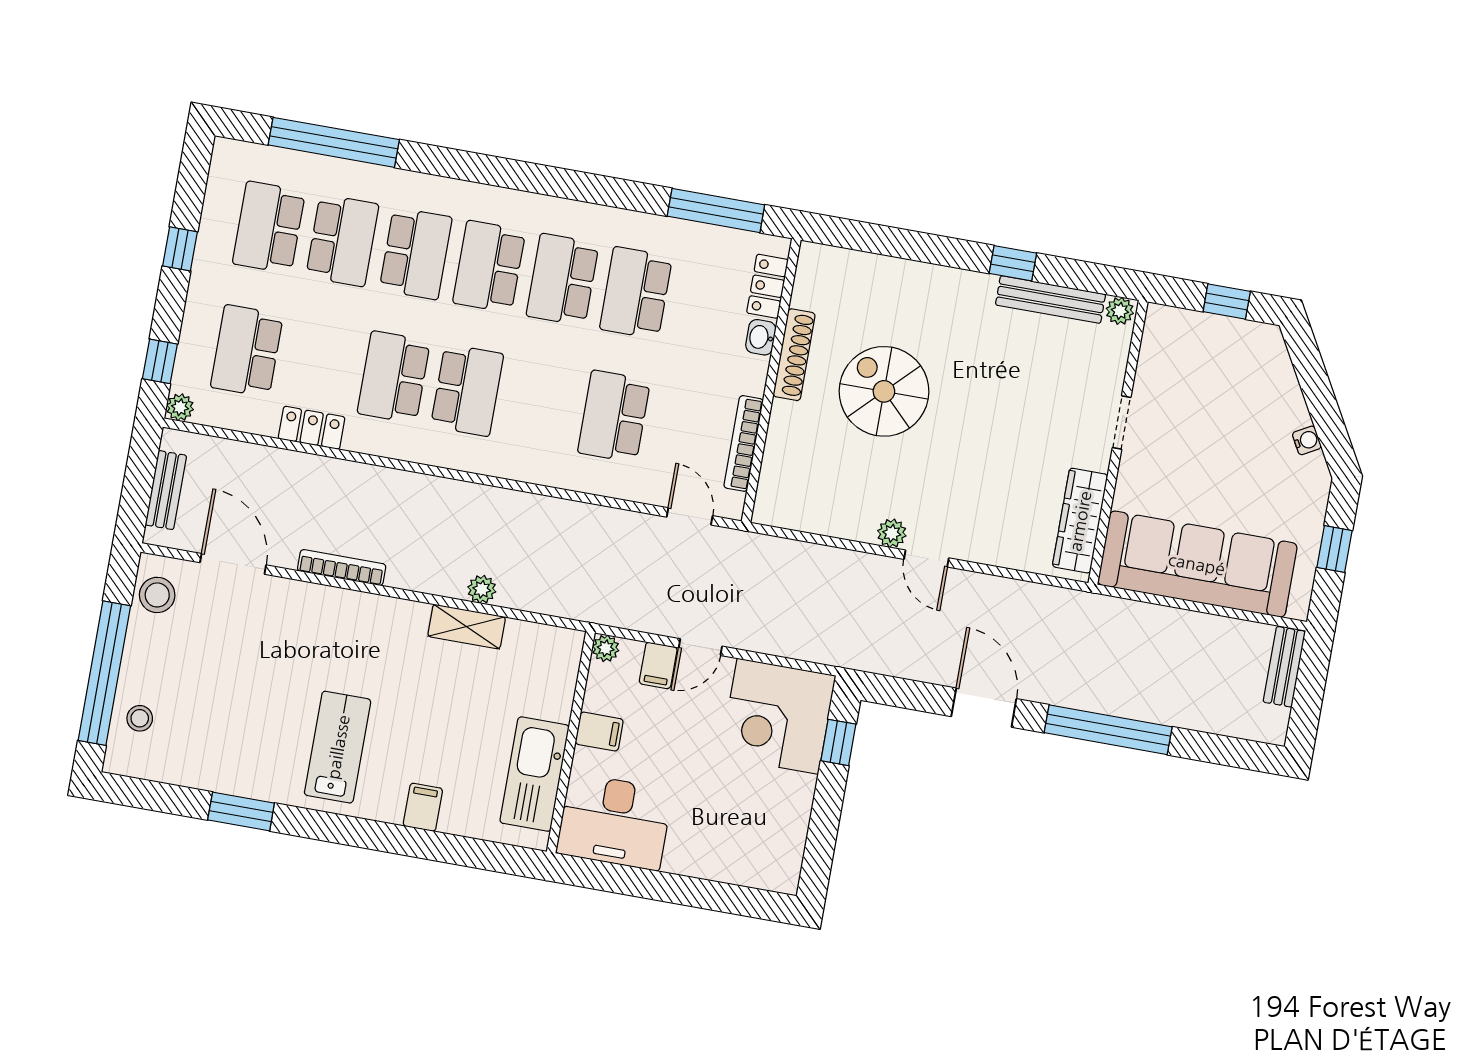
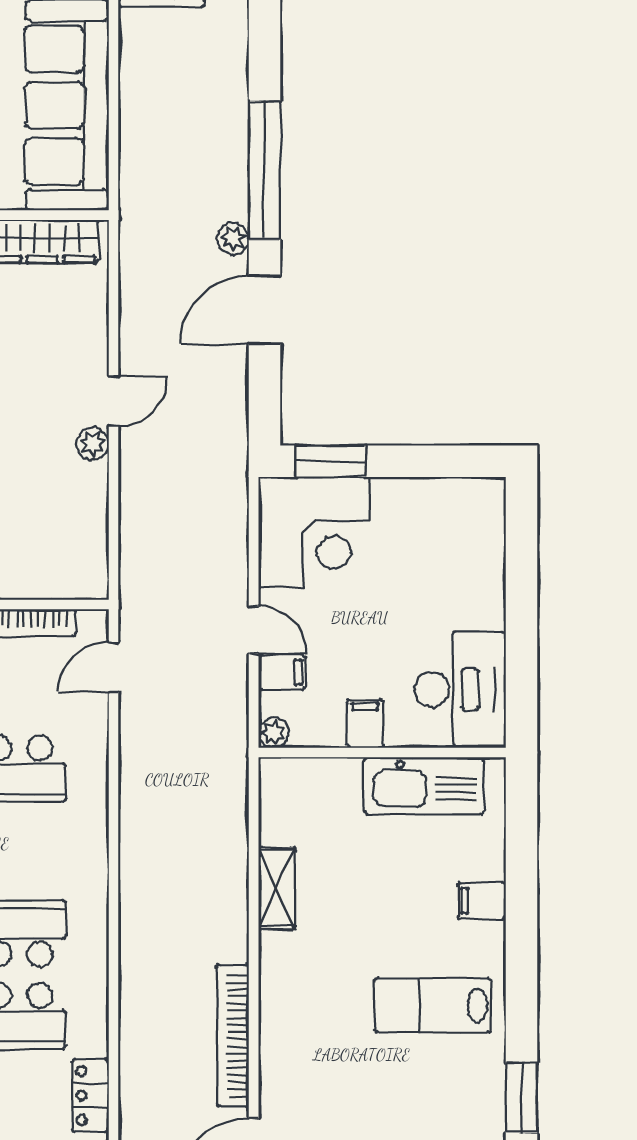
bookcase: (342, 568) -> (233, 1036), width x1.48, depth x1.31
plant: (482, 589) -> (233, 239), moved
window: (838, 742) -> (331, 461), width x1.50

